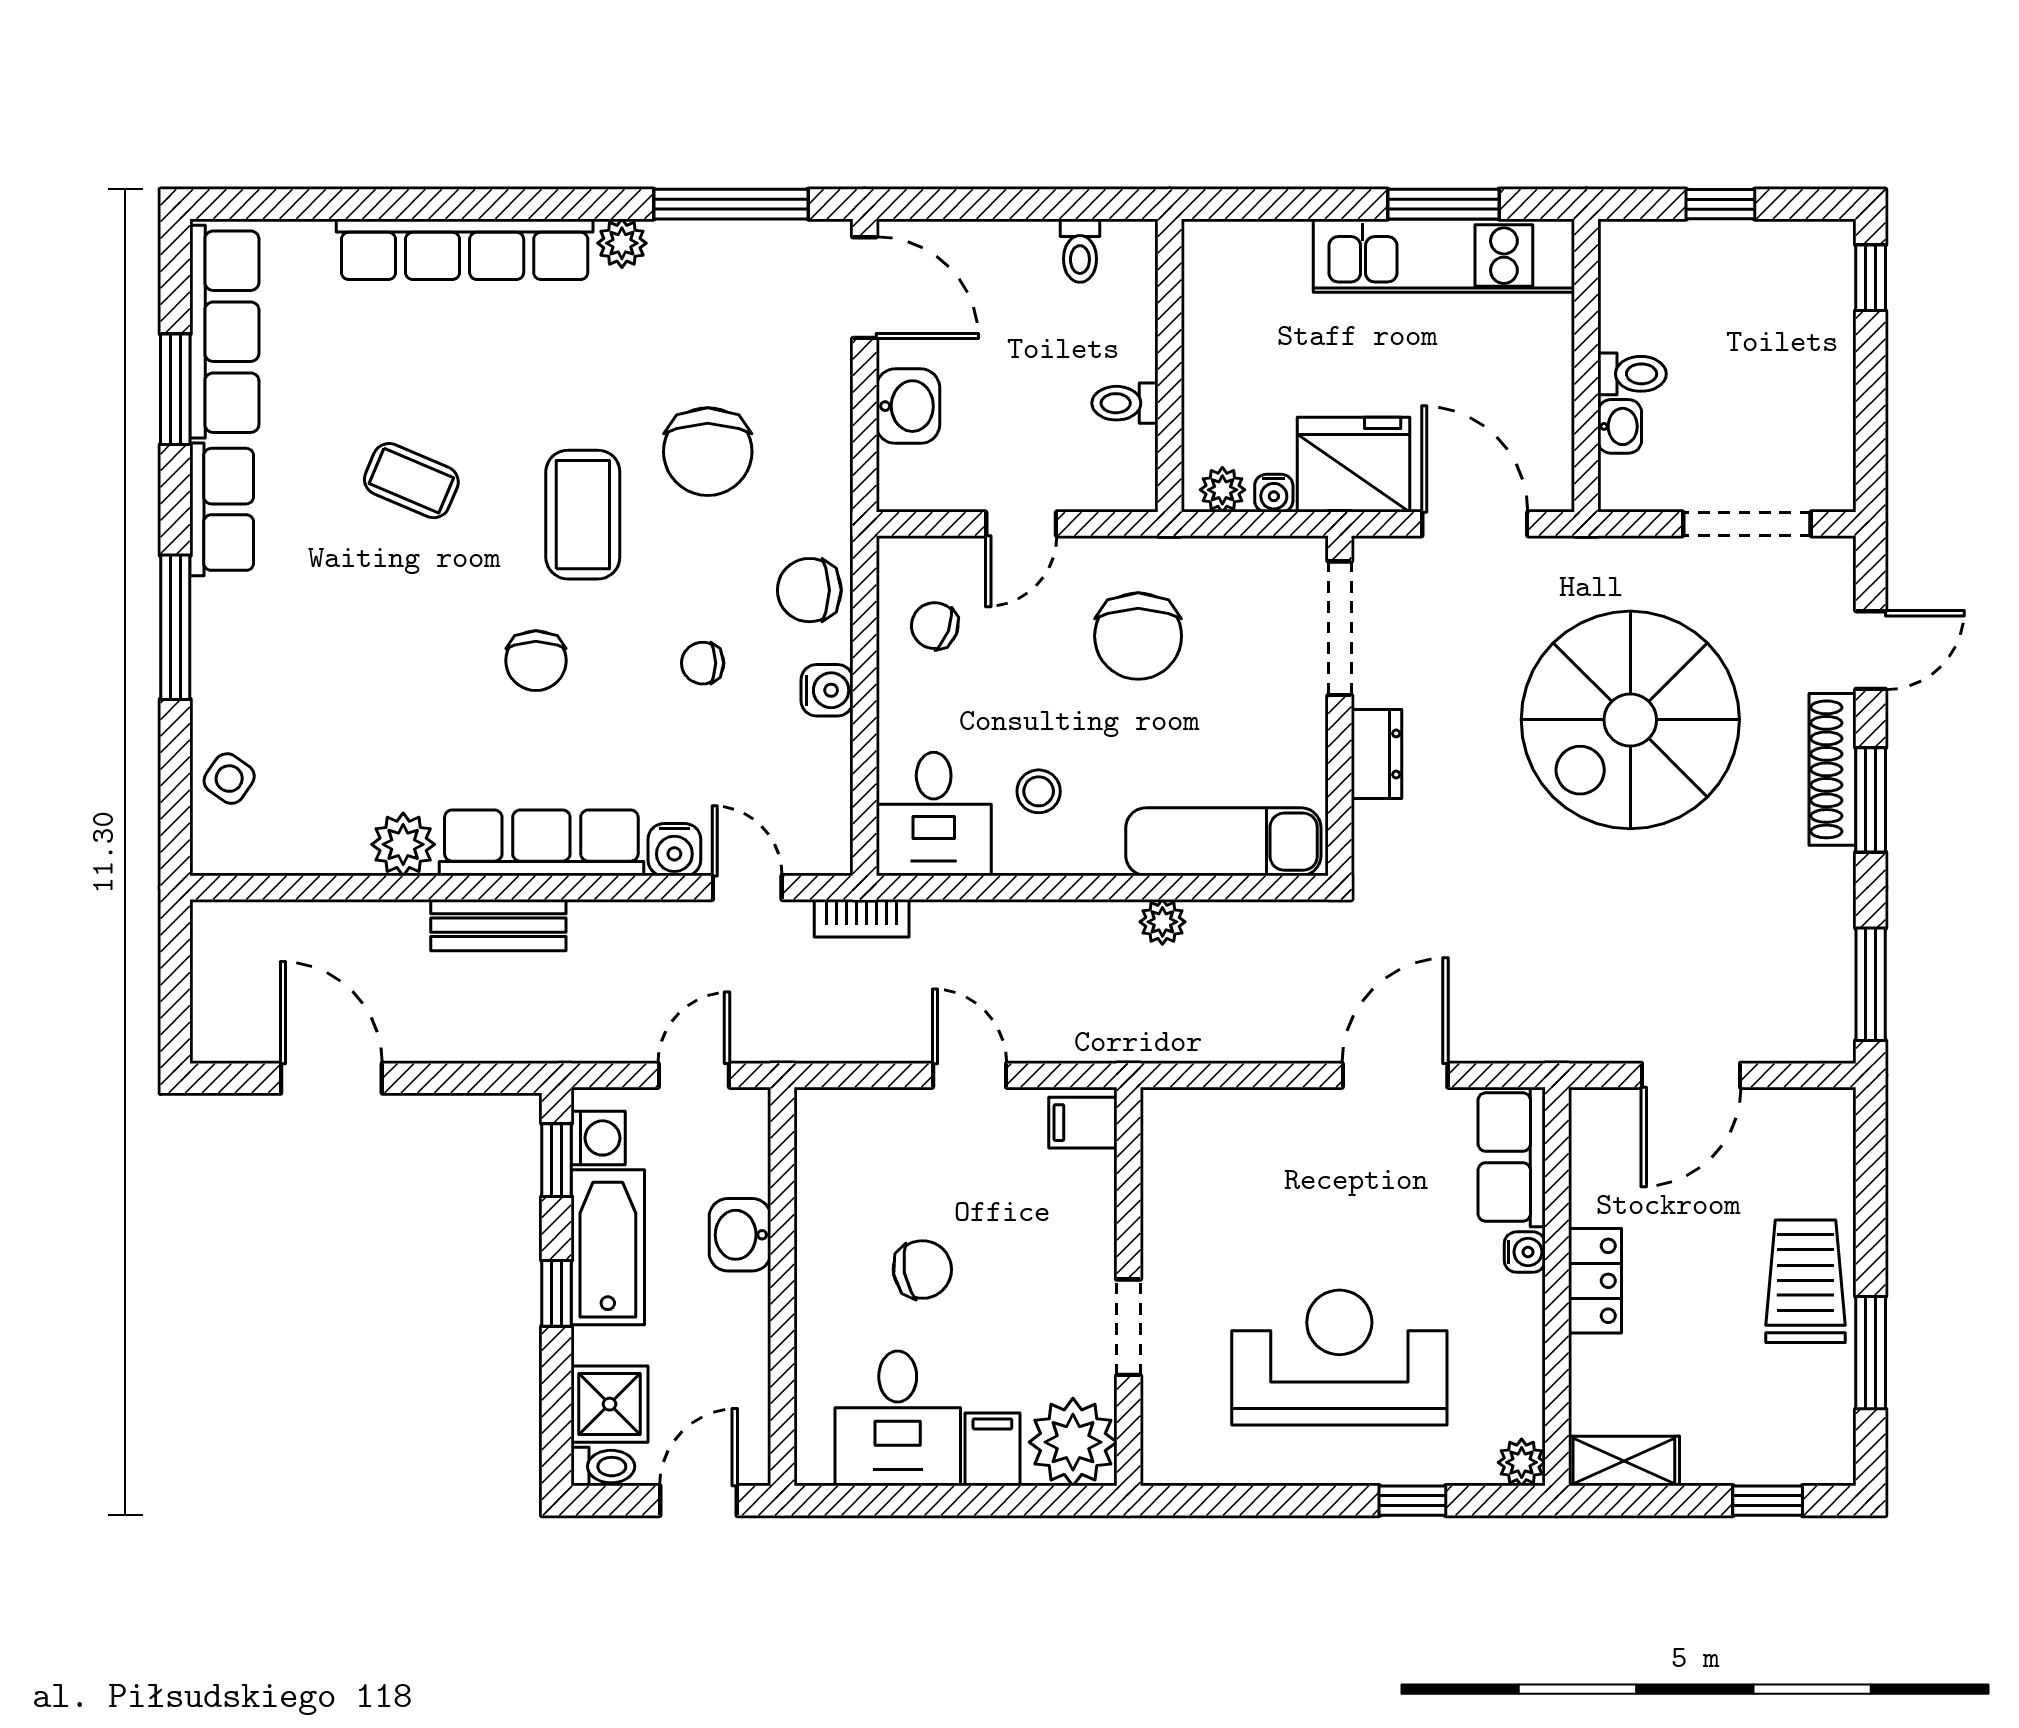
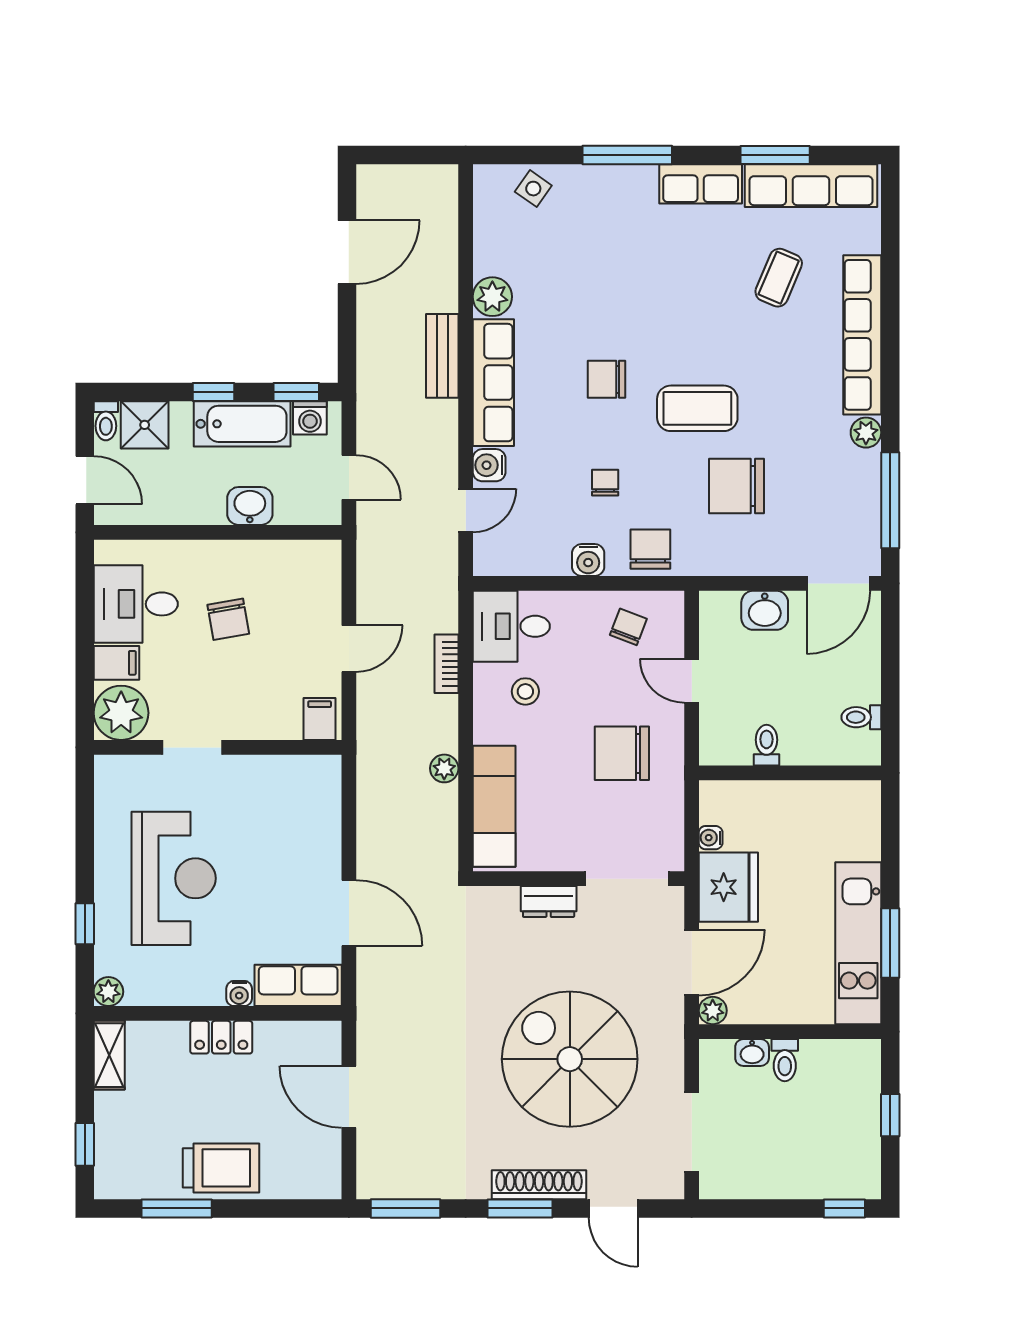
coffee table: (411, 481) -> (779, 278), moved
plant: (1222, 490) -> (713, 1011), moved
bookcase: (862, 918) -> (447, 664), moved

